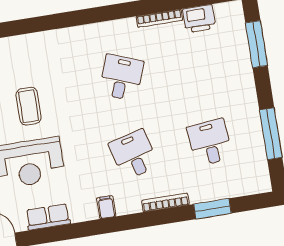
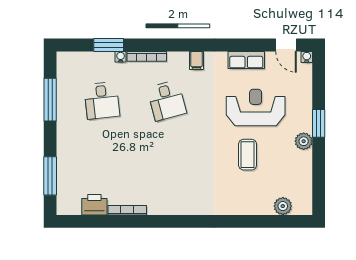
desk: (121, 78) -> (167, 166), removed
water cooler: (196, 197) -> (121, 57), added

